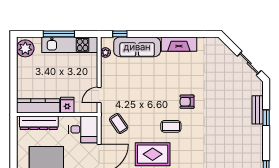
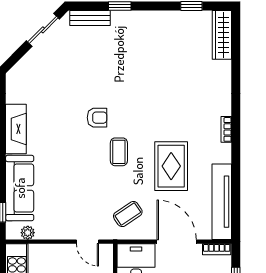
armchair: (187, 102) -> (97, 118), turned -90
bench: (258, 110) -> (90, 18), moved
coffee table: (171, 126) -> (119, 152), moved

